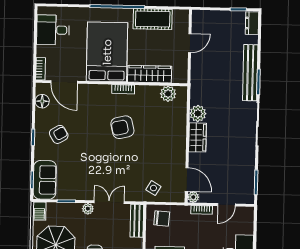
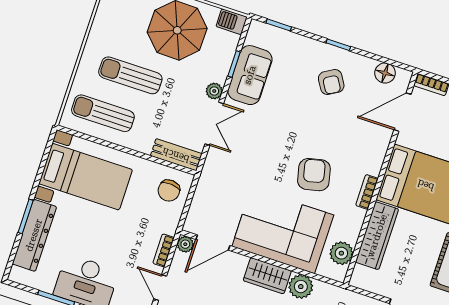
corner sofa: (165, 136) -> (283, 231), added
sofa: (45, 180) -> (250, 75), moved, turned -90
side table: (153, 188) -> (215, 192), removed

